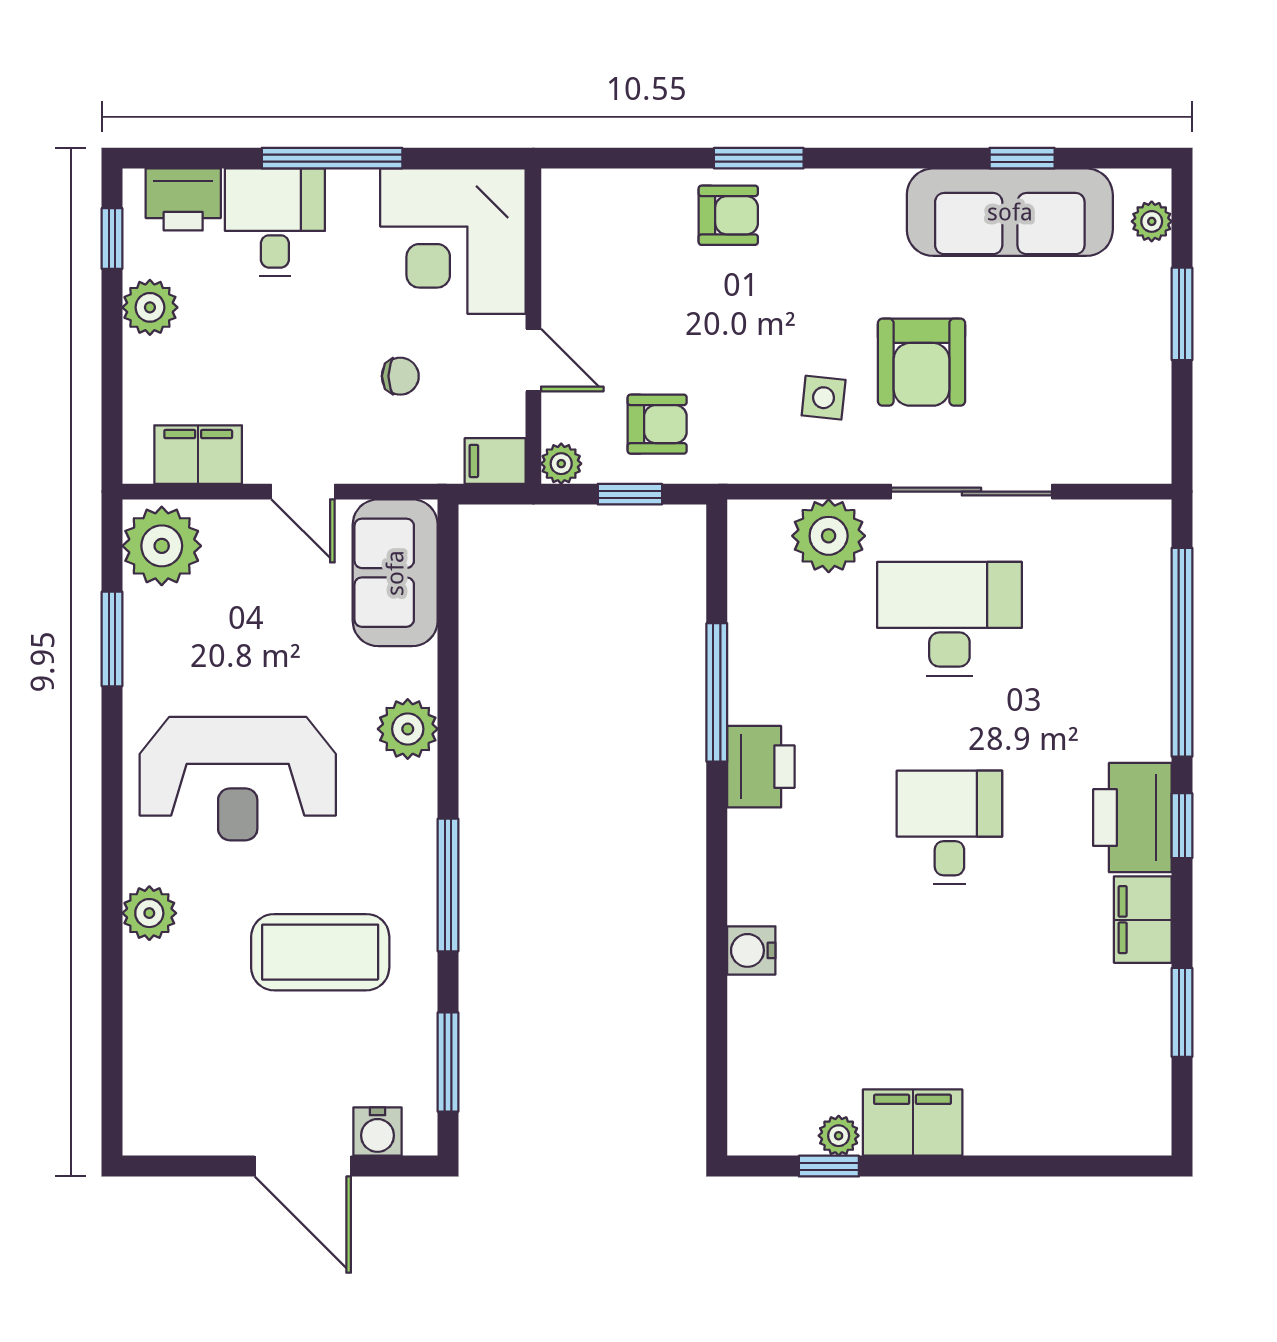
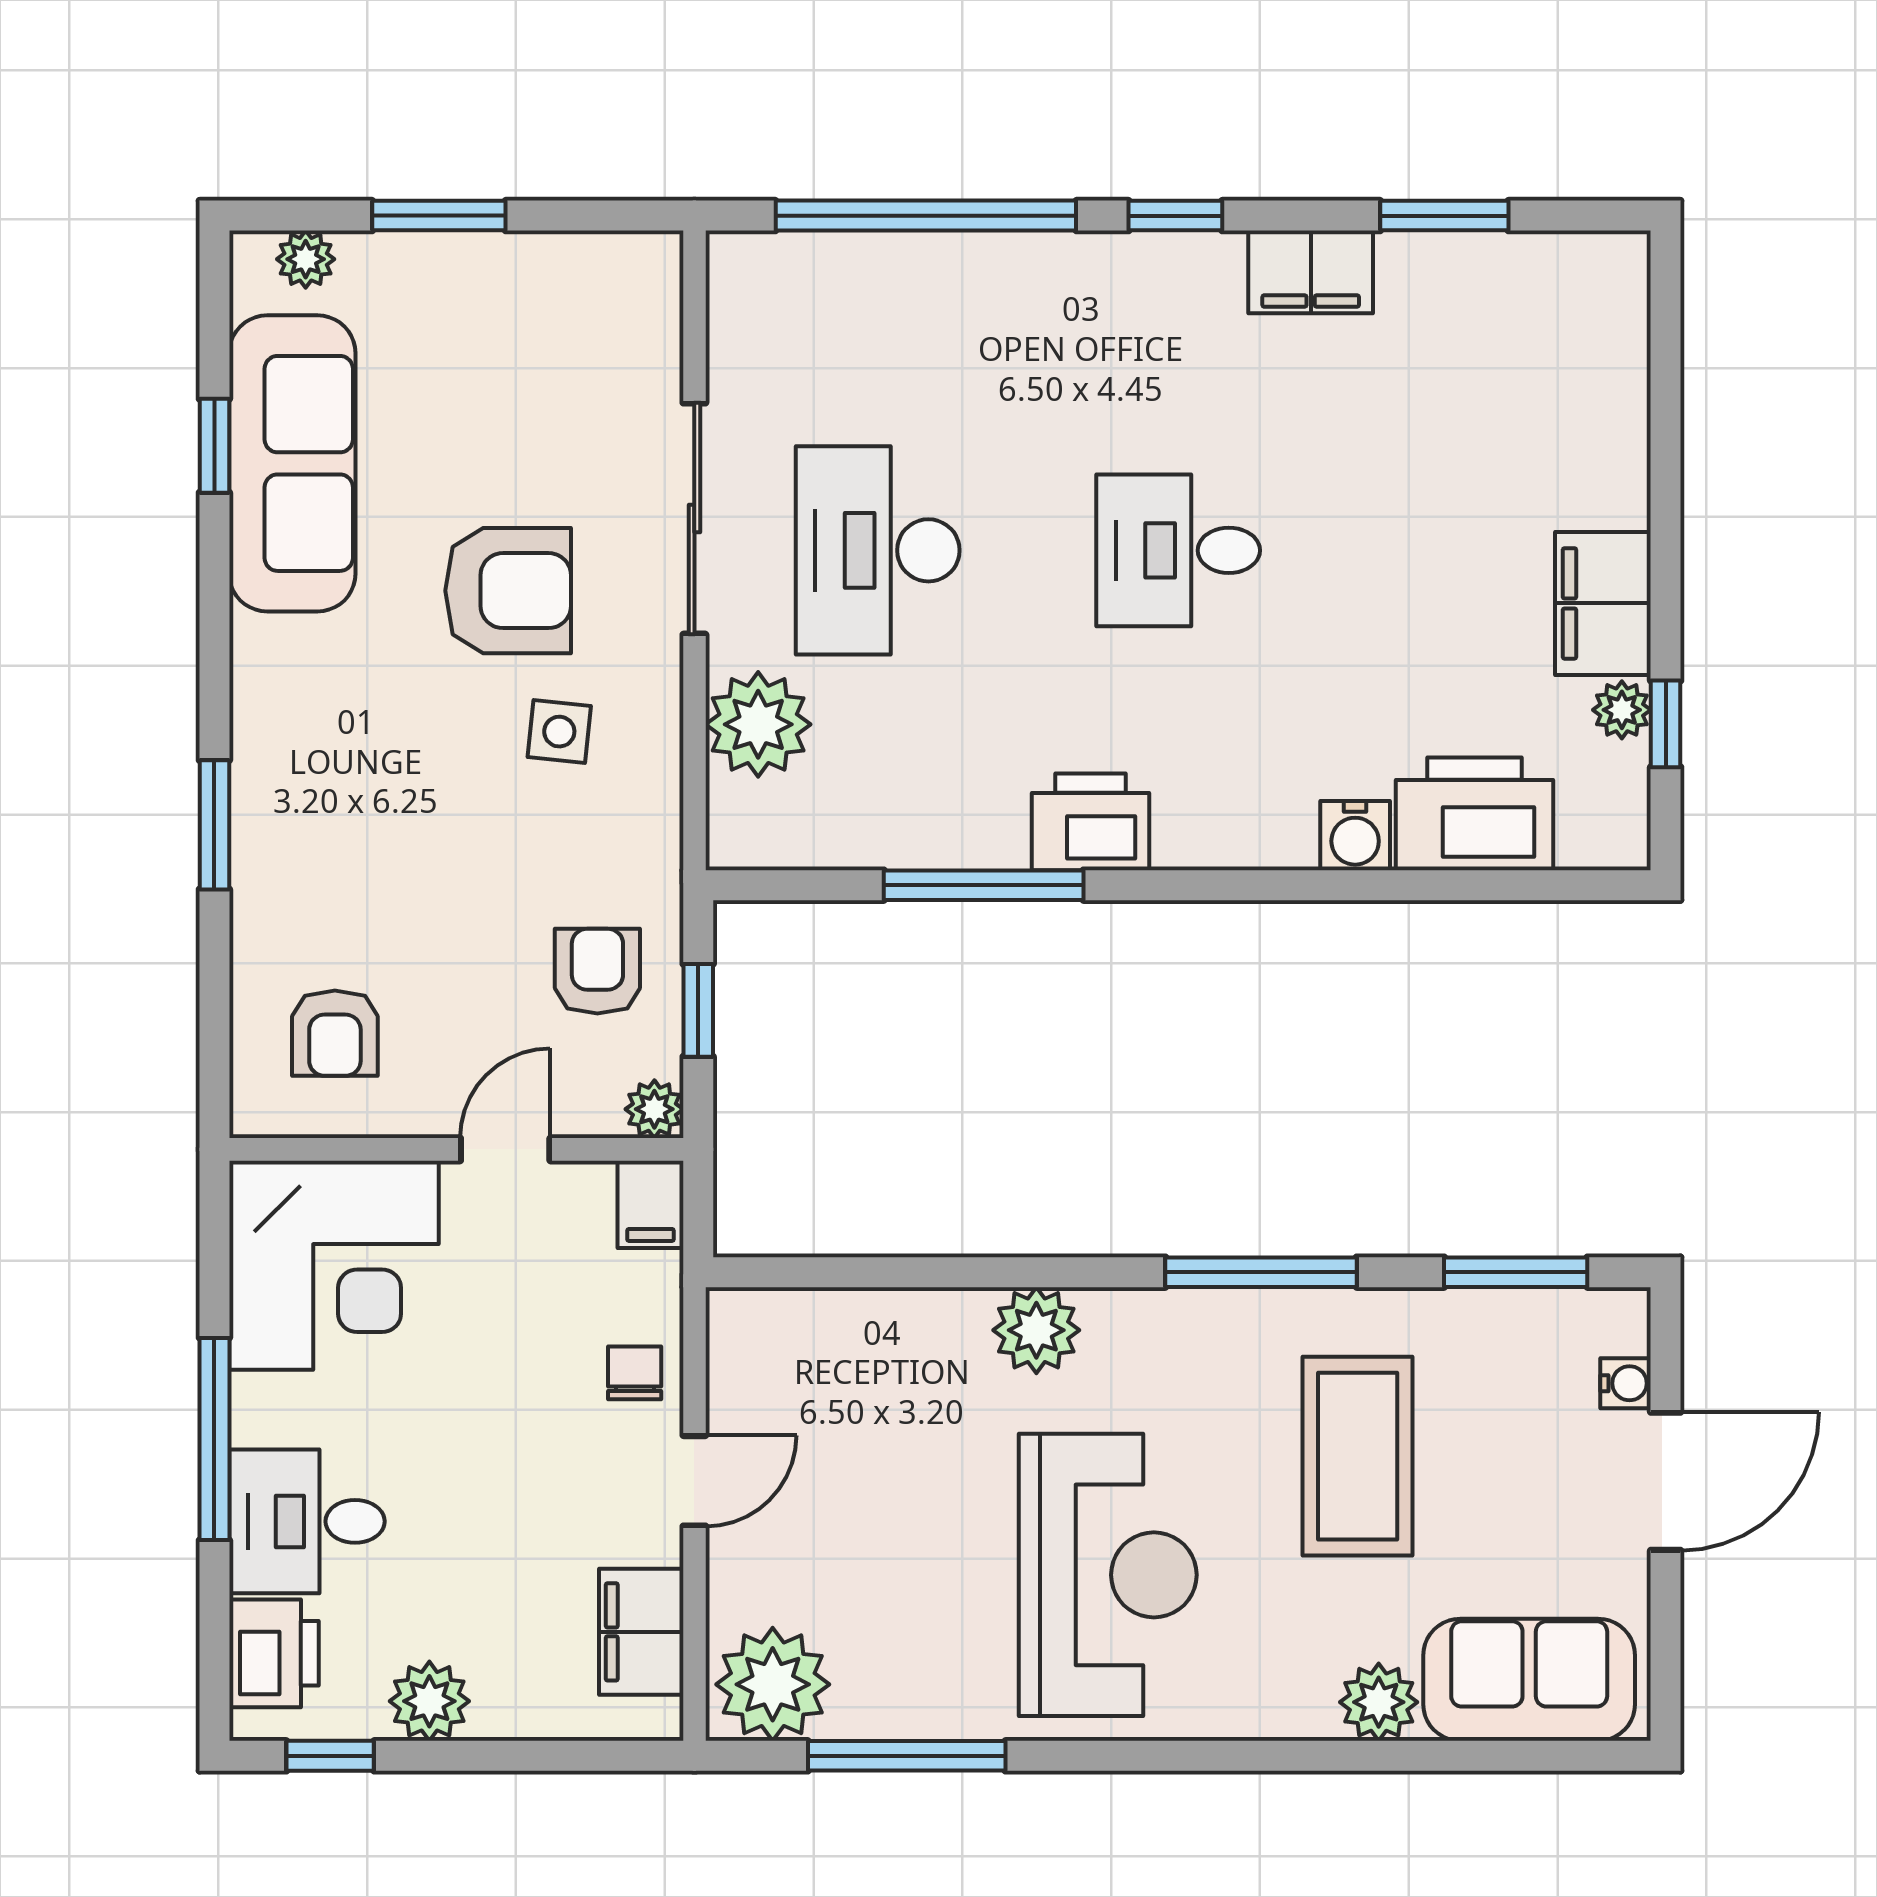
armchair: (728, 215) -> (335, 1033), moved, turned 180
chair: (400, 376) -> (635, 1373), moved
sofa: (395, 573) -> (1529, 1680), moved, turned 180
window: (112, 639) -> (907, 1756), width x1.44
printer: (1132, 818) -> (1474, 814), moved, turned 180
plant: (149, 913) -> (1379, 1702), moved
water cooler: (378, 1132) -> (1625, 1383), width x0.72, depth x0.72

